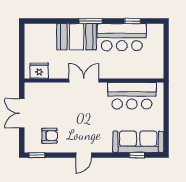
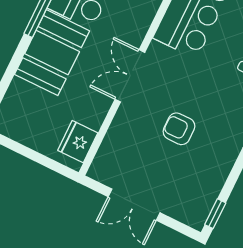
armchair: (49, 136) -> (179, 129), moved, turned -90

